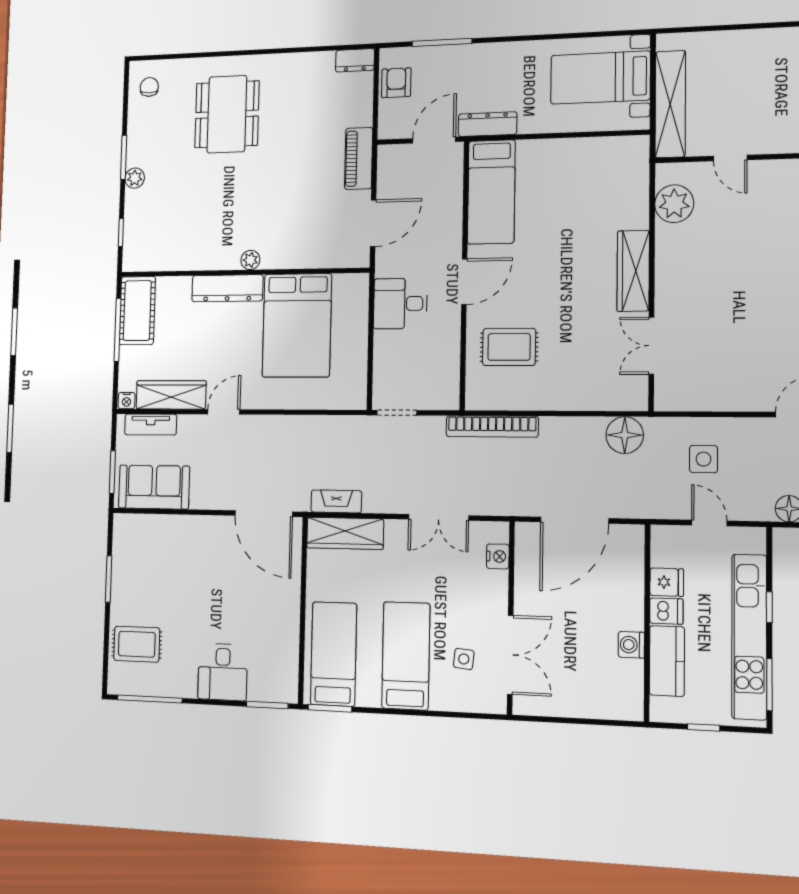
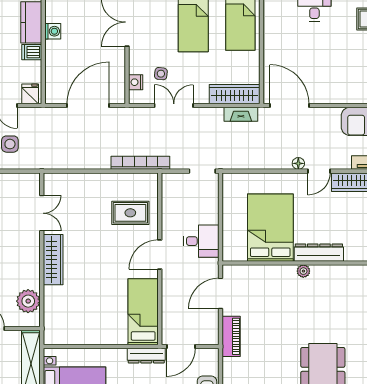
floor lamp: (625, 435) -> (298, 163), moved, width x0.53, depth x0.53
fridge: (667, 582) -> (30, 94), moved, turned 90
side table: (464, 659) -> (161, 74), moved

